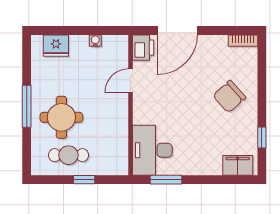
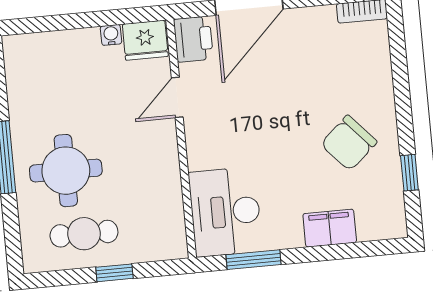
fridge: (56, 46) -> (145, 40), moved
chair: (229, 97) -> (349, 143), moved
filing cabinet: (238, 165) -> (330, 228), moved

